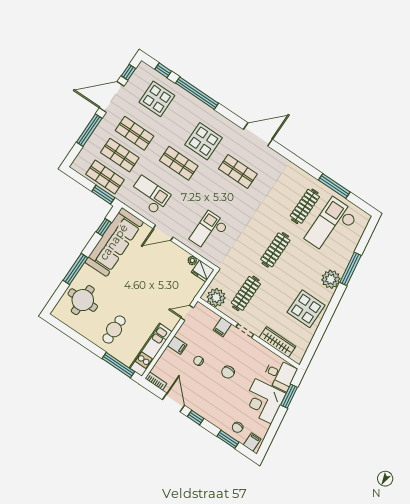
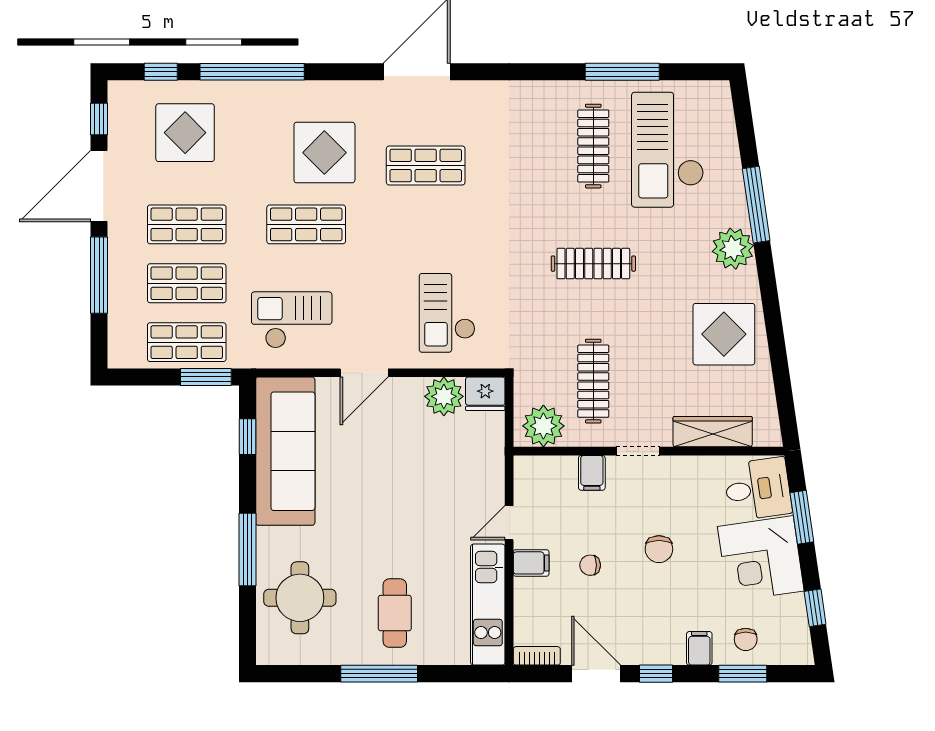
clothes rail: (275, 250) -> (593, 264), turned 90
plant: (192, 260) -> (444, 396), width x1.87, depth x1.87
door: (187, 313) -> (509, 523), moved
window: (118, 365) -> (379, 674), moved
window: (271, 433) -> (815, 608), added
filing cabinet: (252, 442) -> (699, 648), moved

